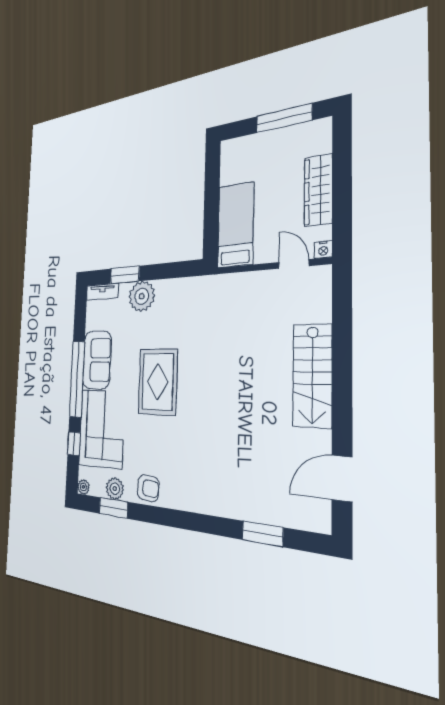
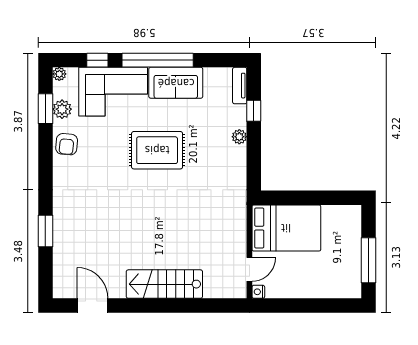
wardrobe: (318, 190) -> (305, 288), removed
bed: (236, 225) -> (286, 228), width x1.50
window: (125, 275) -> (254, 111), width x0.67
plant: (142, 296) -> (239, 137), width x0.53, depth x0.53
window: (263, 534) -> (45, 231), moved

